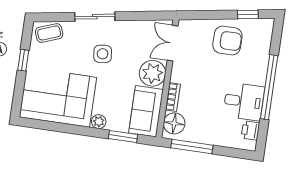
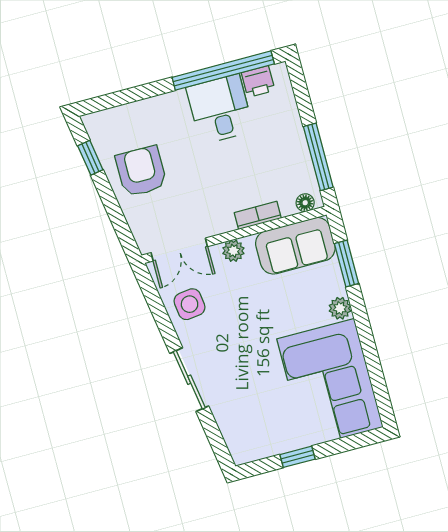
coffee table: (49, 33) -> (242, 436), removed
side table: (103, 54) -> (190, 304), moved
plant: (152, 73) -> (233, 251), width x0.53, depth x0.53
window: (269, 87) -> (223, 71), moved
floor lamp: (174, 123) -> (305, 203), width x0.53, depth x0.53

